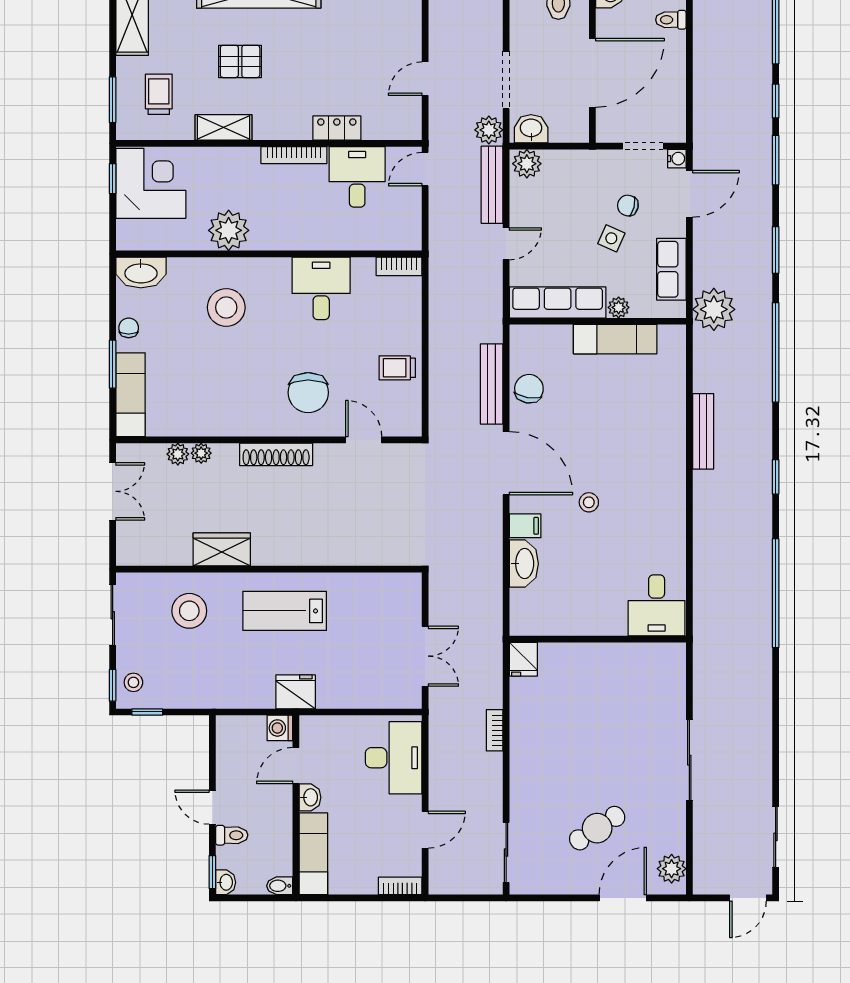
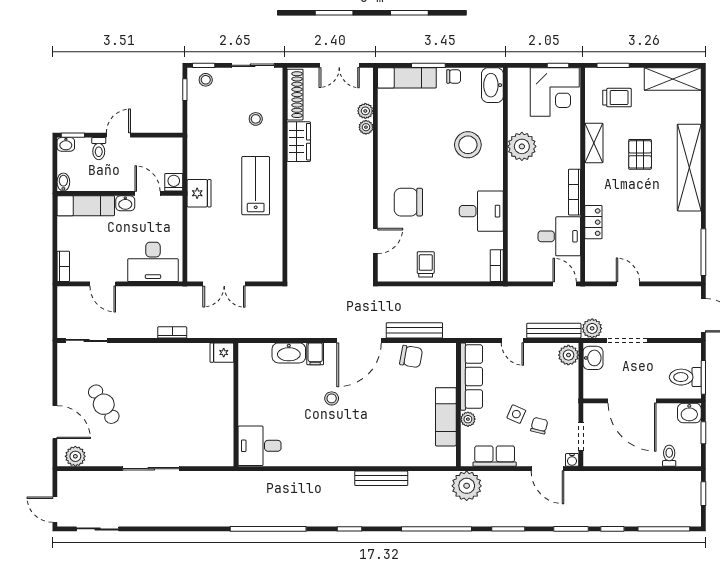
shoe rack: (276, 454) -> (295, 95), moved, turned 180
stool: (189, 611) -> (256, 119), width x0.53, depth x0.53

